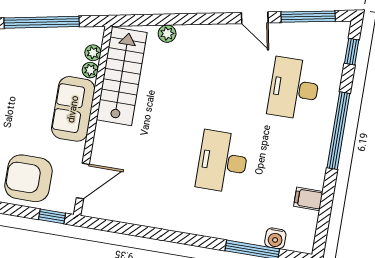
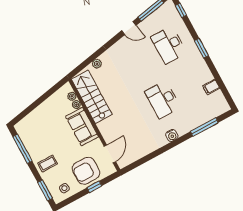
window: (42, 22) -> (40, 100), removed
window: (338, 131) -> (201, 48), width x0.47
window: (52, 216) -> (94, 187), moved
water cooler: (275, 238) -> (172, 135), moved

